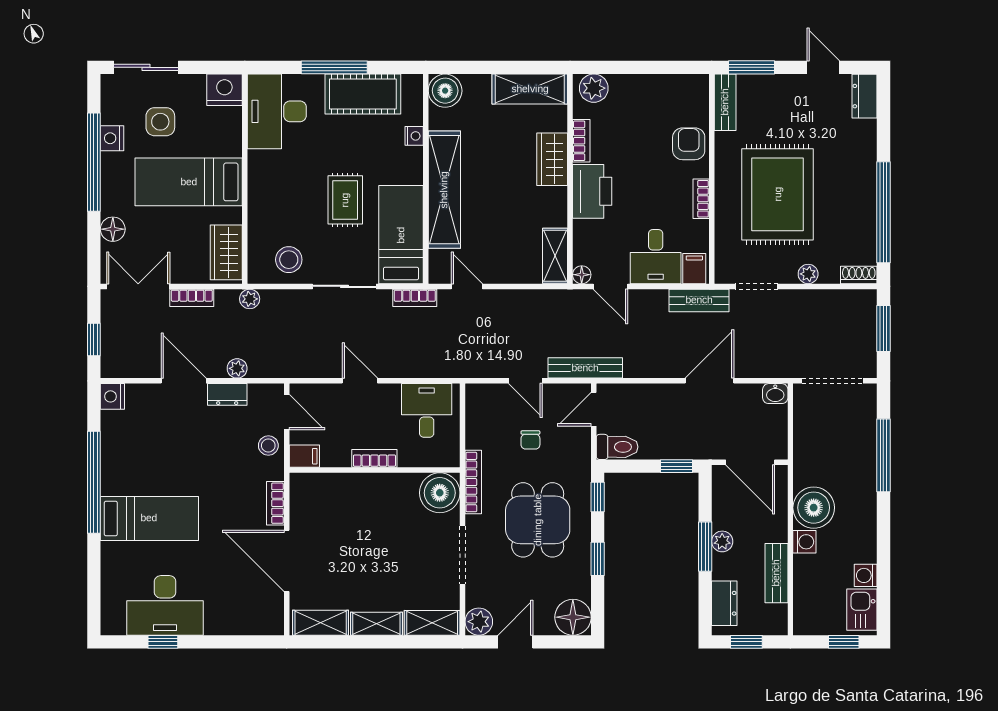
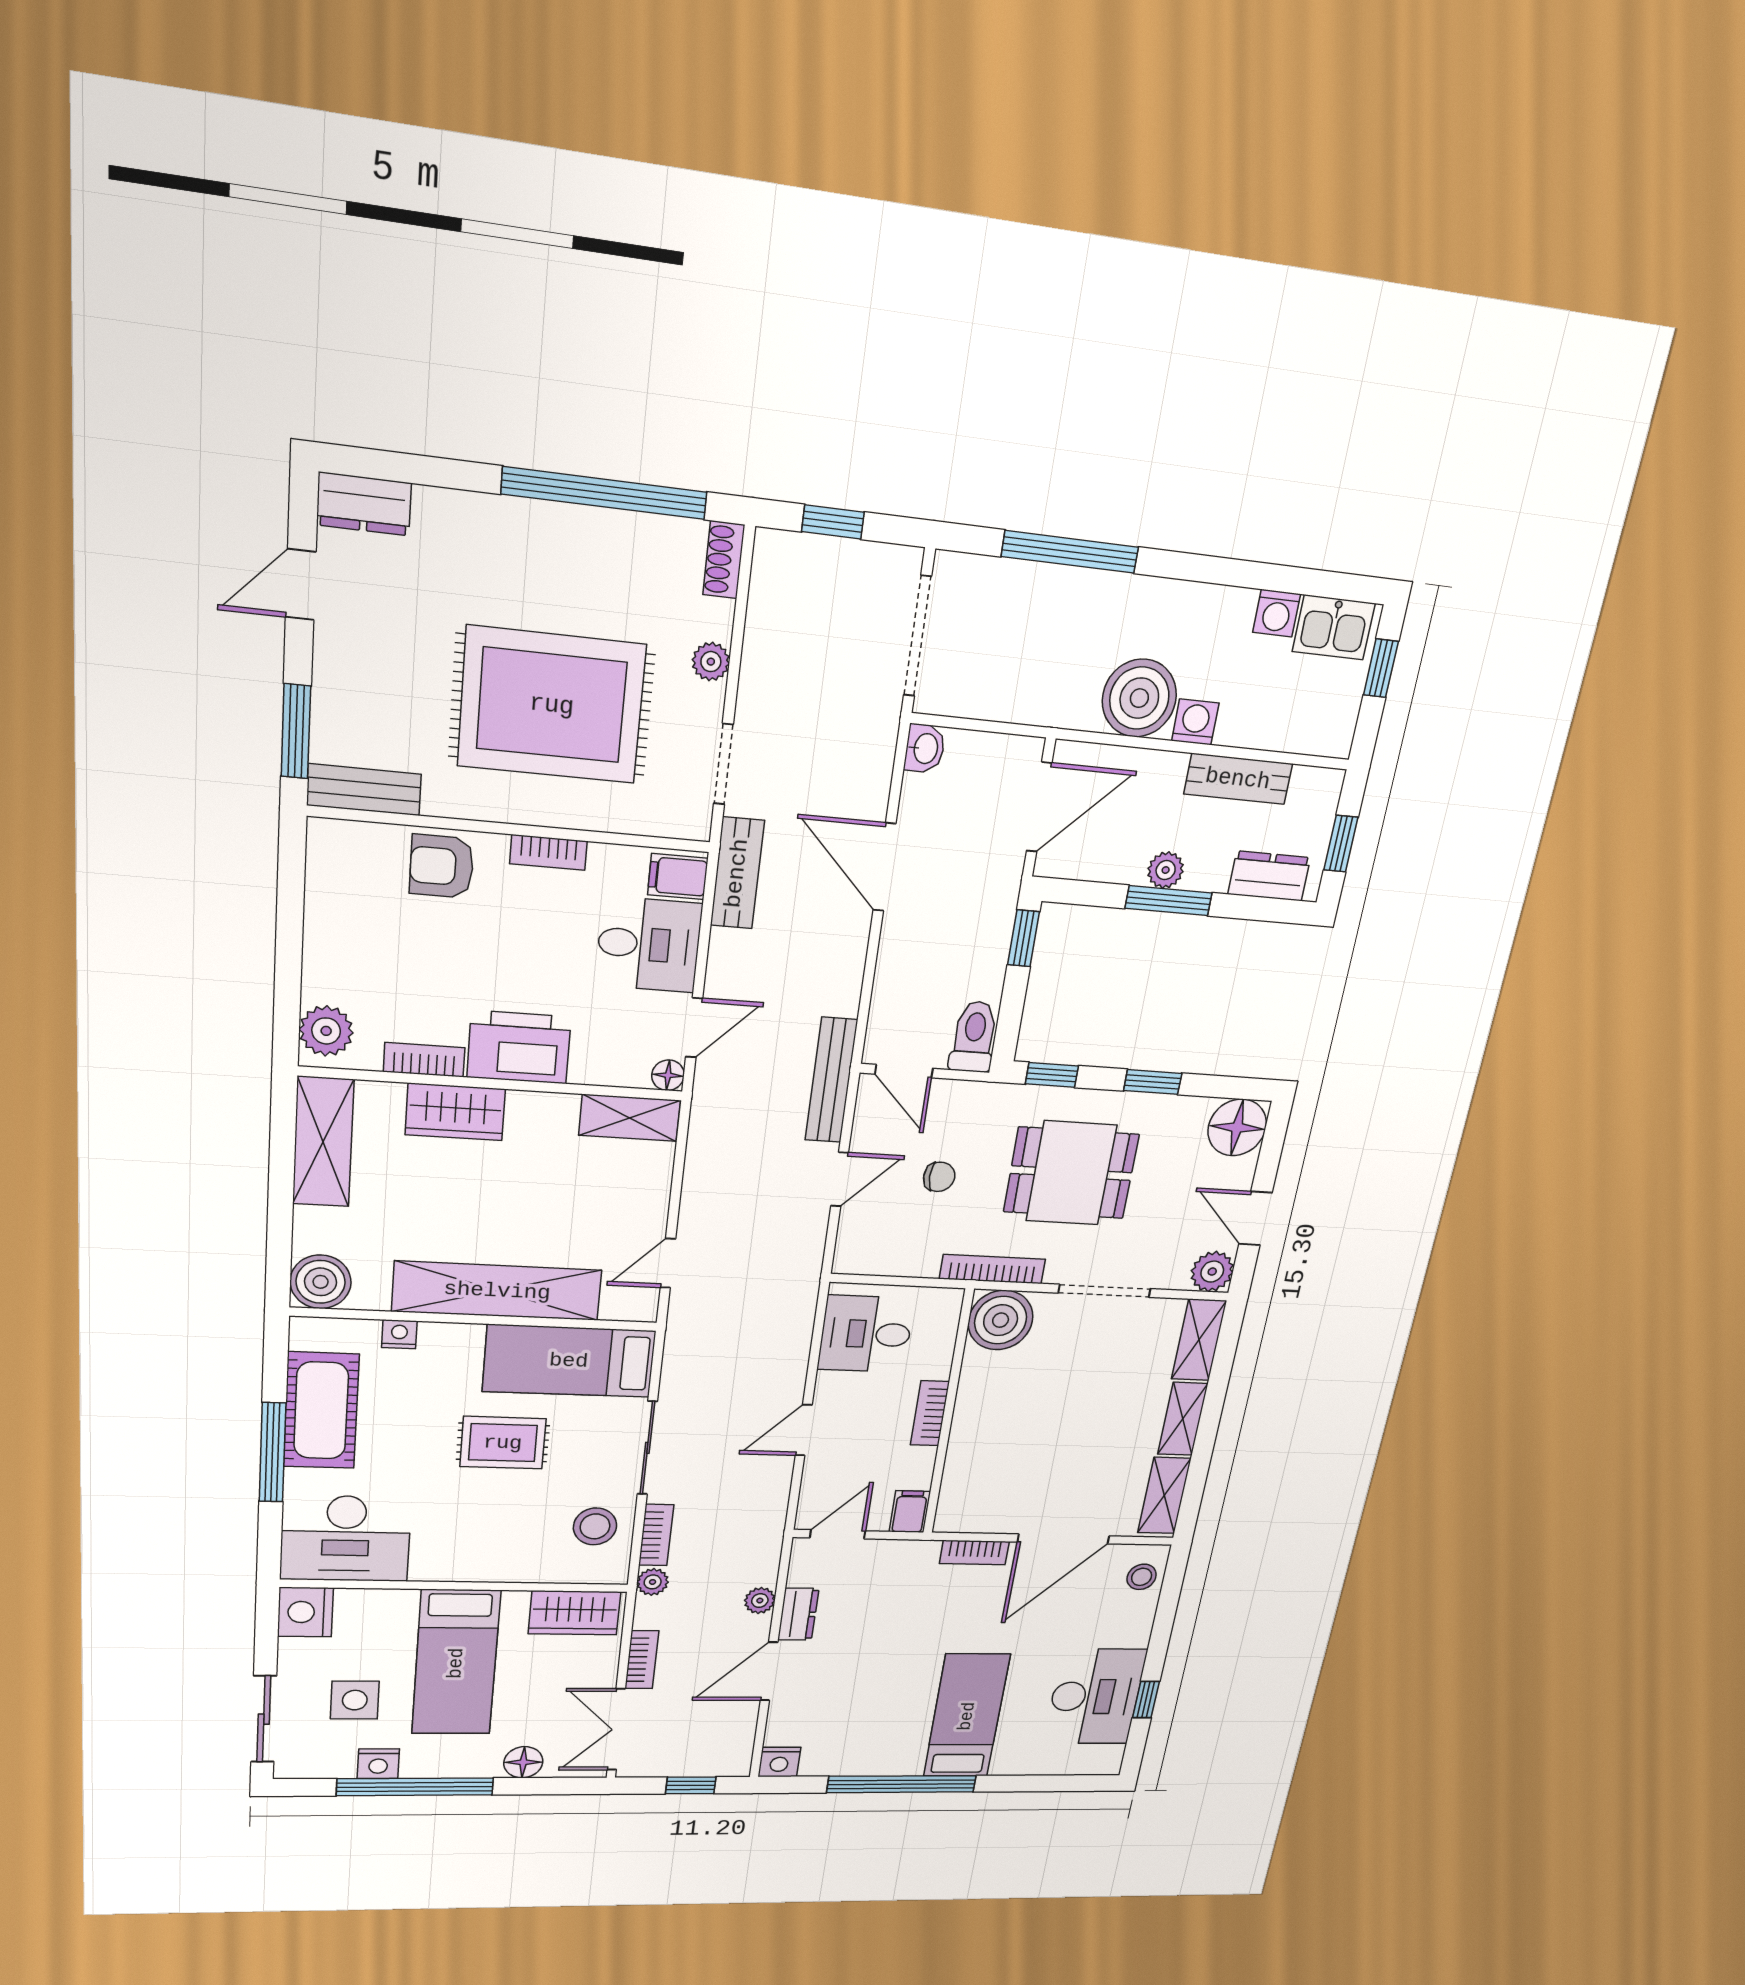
bookcase: (415, 298) -> (656, 1535), moved
window: (883, 328) -> (833, 522), width x0.67
stool: (268, 446) -> (1142, 1577), moved

